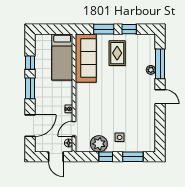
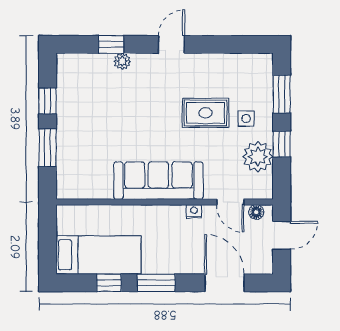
rug: (117, 53) -> (206, 113), moved
bed: (62, 57) -> (99, 255), moved
sofa: (86, 58) -> (158, 181), moved
window: (160, 64) -> (111, 44), width x0.46

